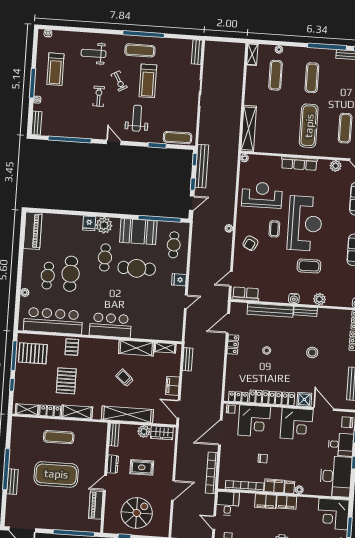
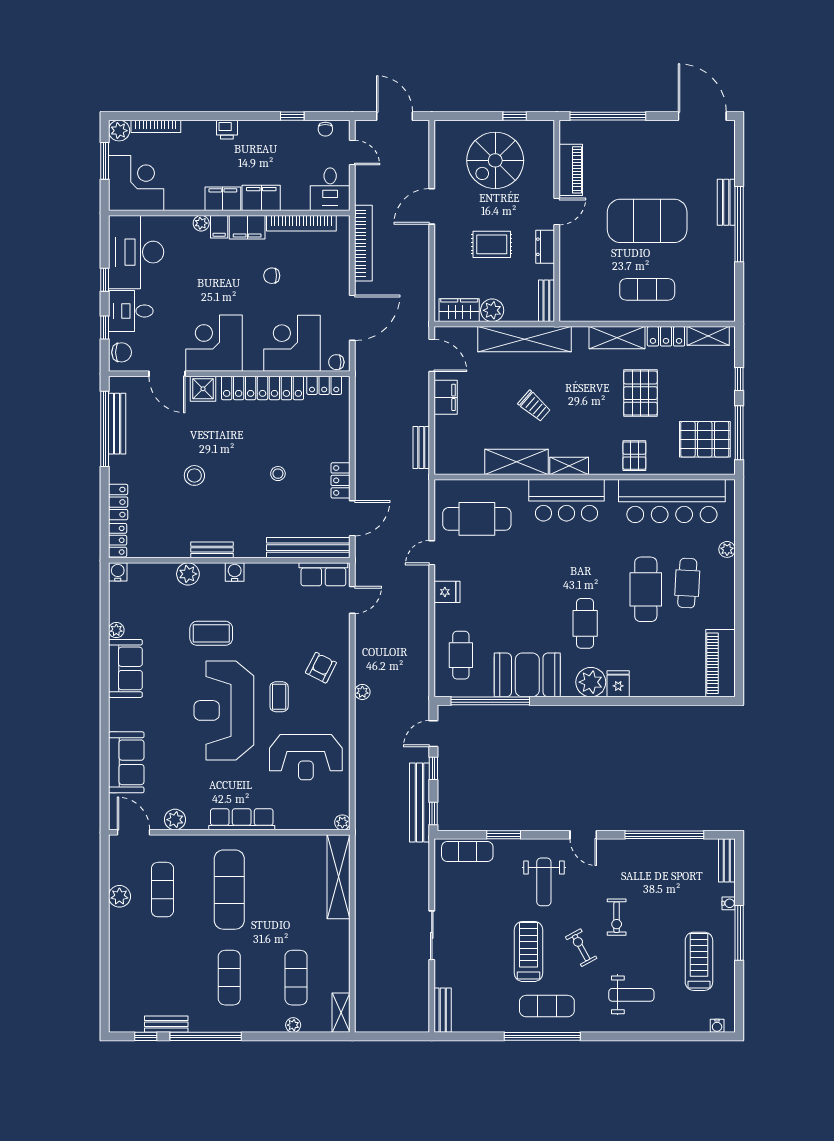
cafe table: (137, 268) -> (477, 519), moved
bench: (270, 310) -> (308, 548), moved
shelving: (165, 348) -> (569, 466), moved

